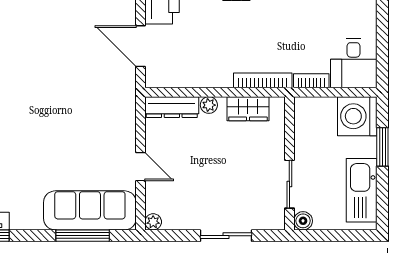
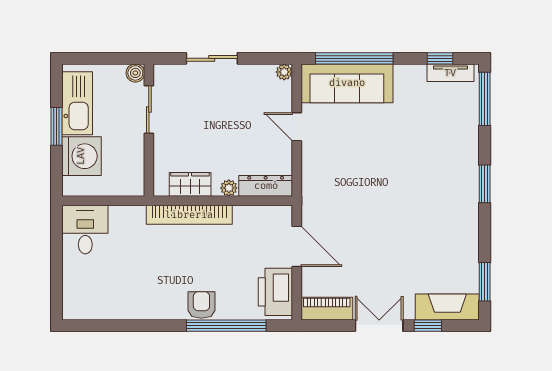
bookcase: (263, 80) -> (189, 215), width x1.48, depth x1.31
bookcase: (311, 81) -> (127, 212), removed
washing machine: (357, 116) -> (81, 156), moved
window: (382, 147) -> (57, 126), moved
window: (83, 236) -> (354, 58), width x1.46

